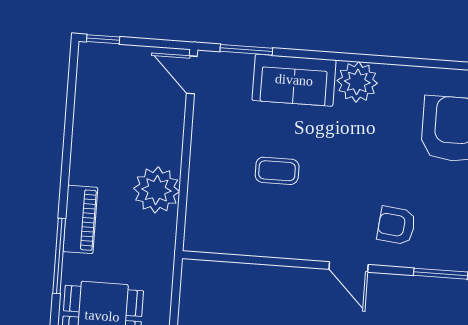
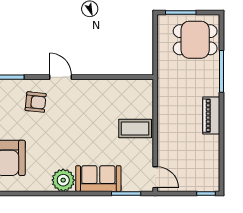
coffee table: (277, 171) -> (135, 129), moved, width x1.36, depth x1.30
plant: (157, 190) -> (170, 112), removed
piano: (80, 219) -> (211, 116), moved

